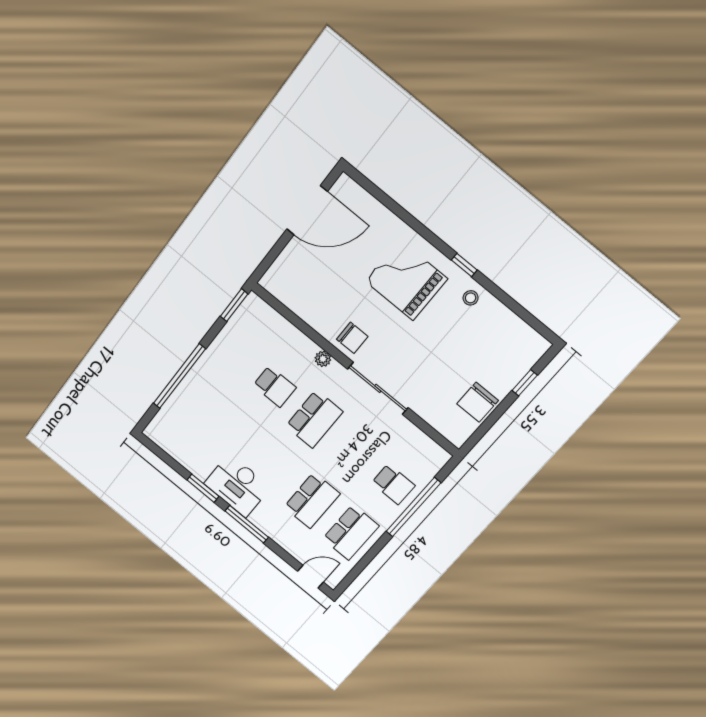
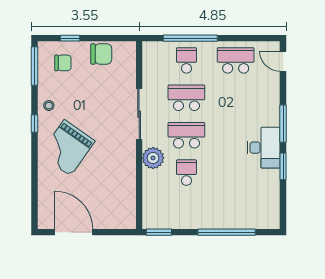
grand piano: (406, 280) -> (67, 148), turned 35
window: (529, 318) -> (34, 66), added
chair: (352, 338) -> (63, 63), moved, turned 90
plant: (323, 359) -> (153, 158), width x1.88, depth x1.88
school desk: (312, 500) -> (186, 98), moved

